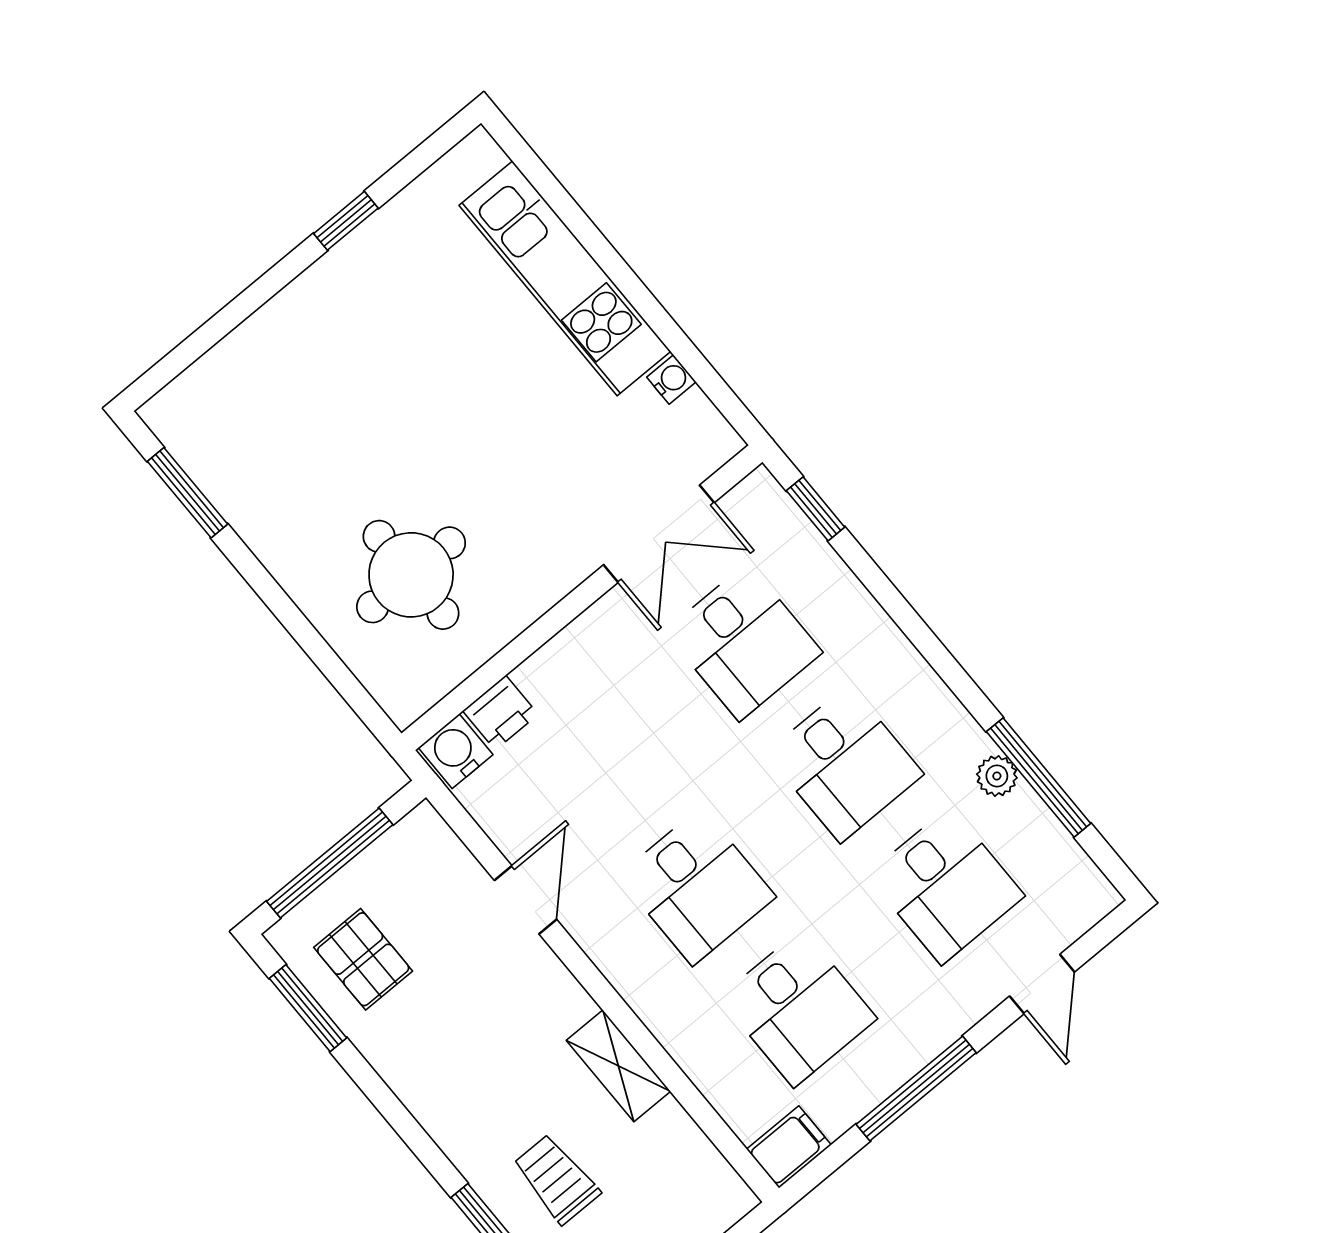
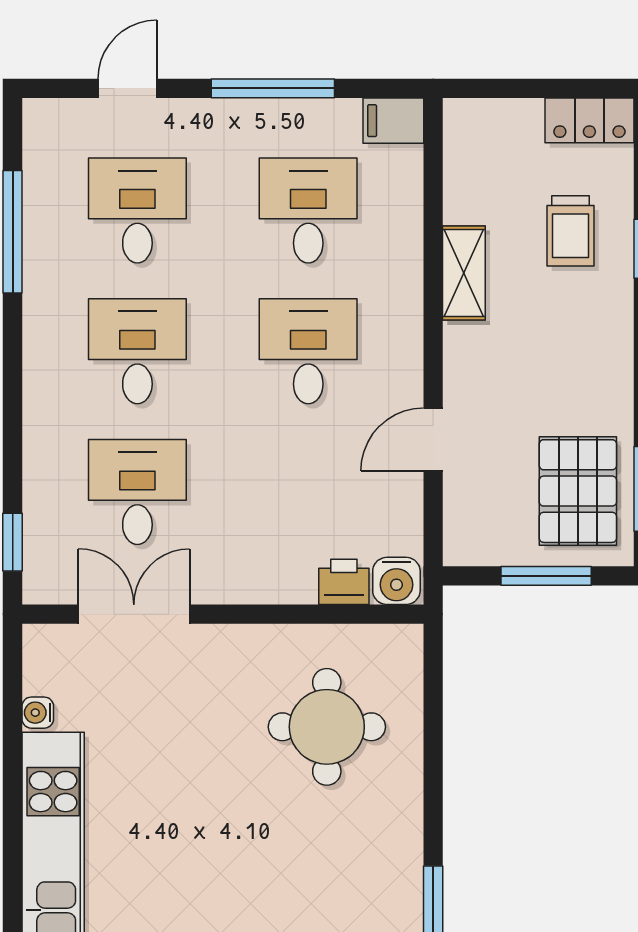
plant: (997, 776) -> (40, 256), removed
window: (330, 863) -> (546, 576), width x0.69
pallet: (363, 959) -> (578, 491), width x1.50, depth x1.42

